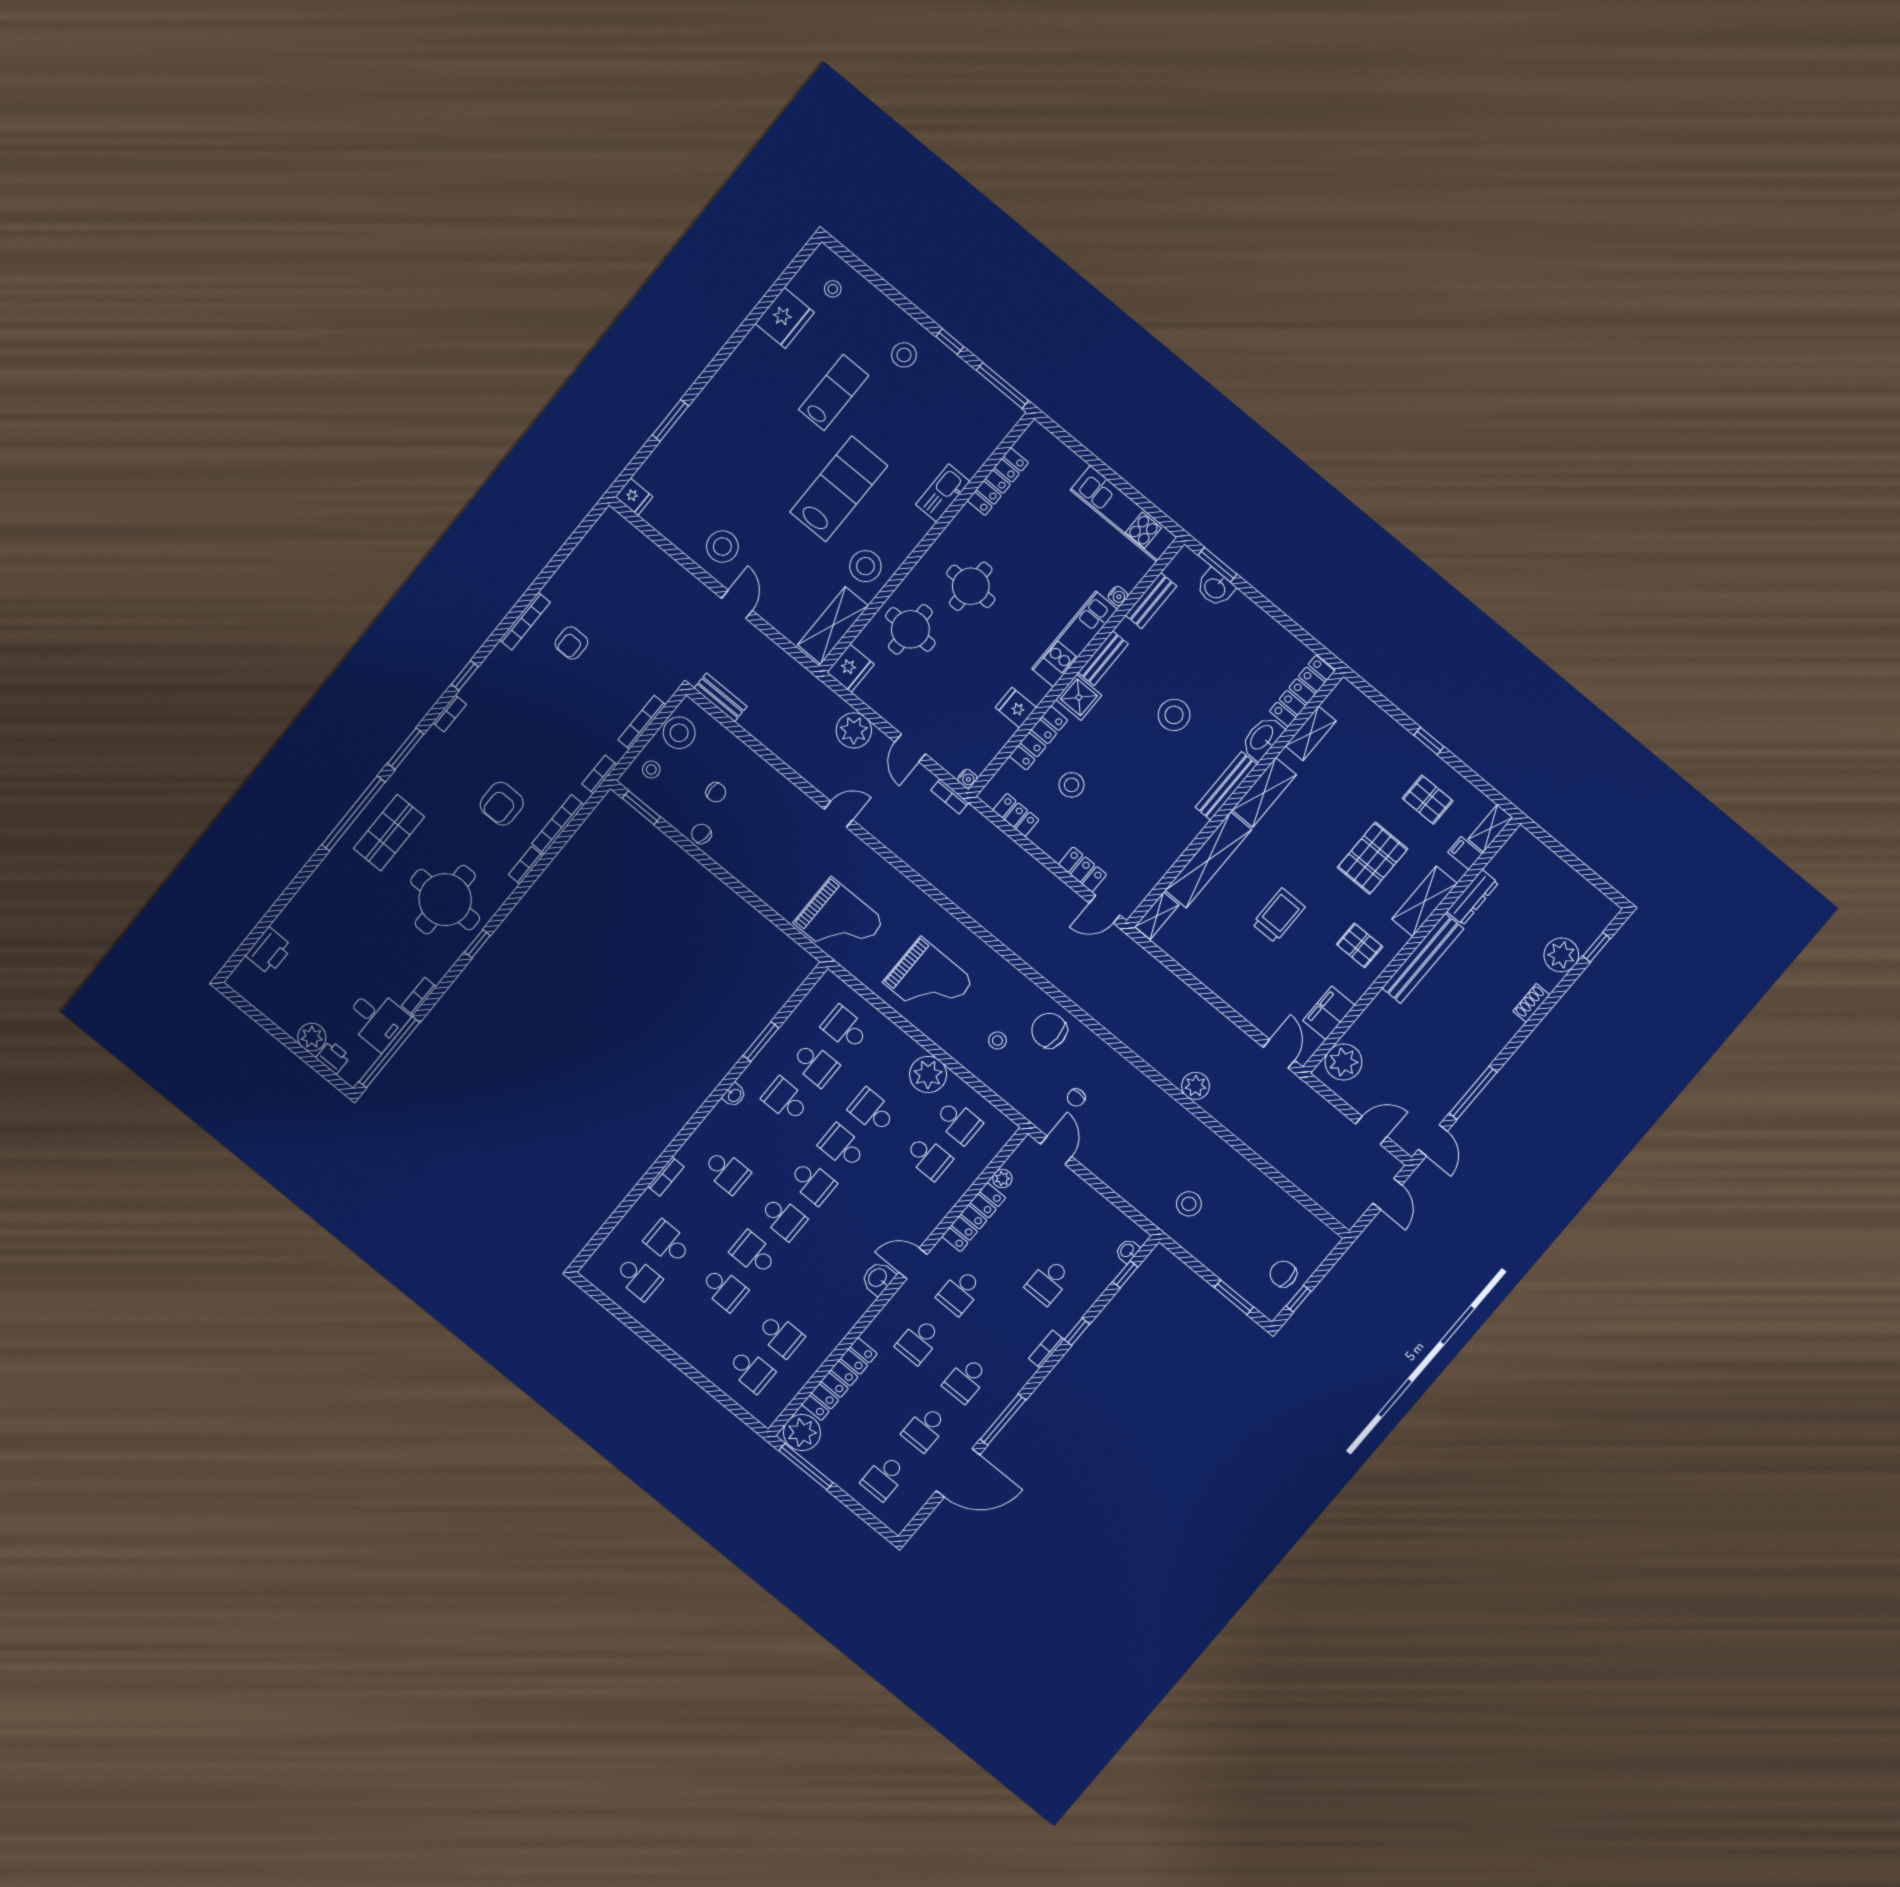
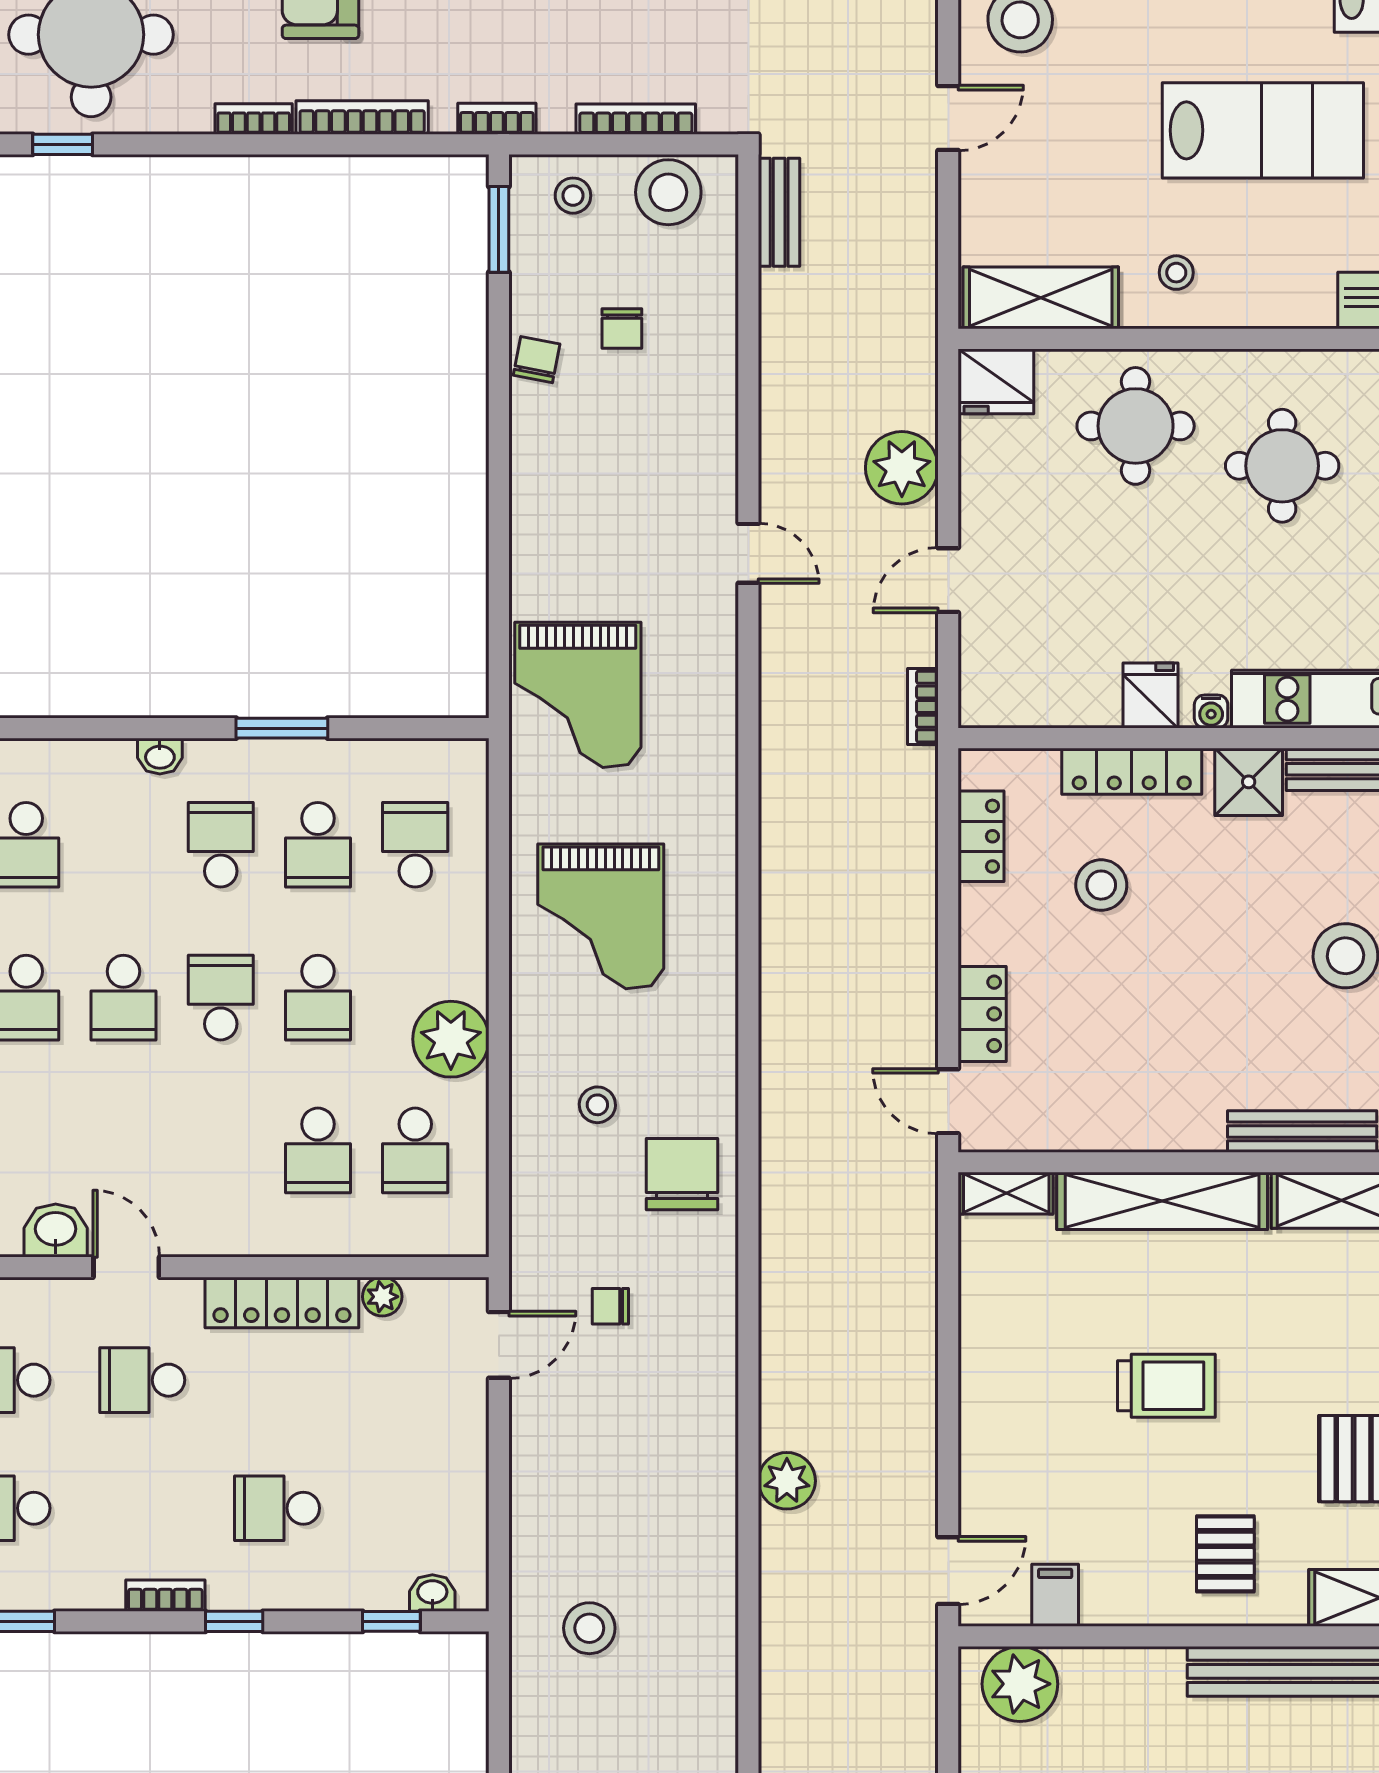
stool: (865, 566) -> (1176, 273), width x0.53, depth x0.53
water cooler: (967, 779) -> (1211, 712), moved
filing cabinet: (1329, 1013) -> (1055, 1595), width x0.50
school desk: (872, 1111) -> (318, 998), turned 180

